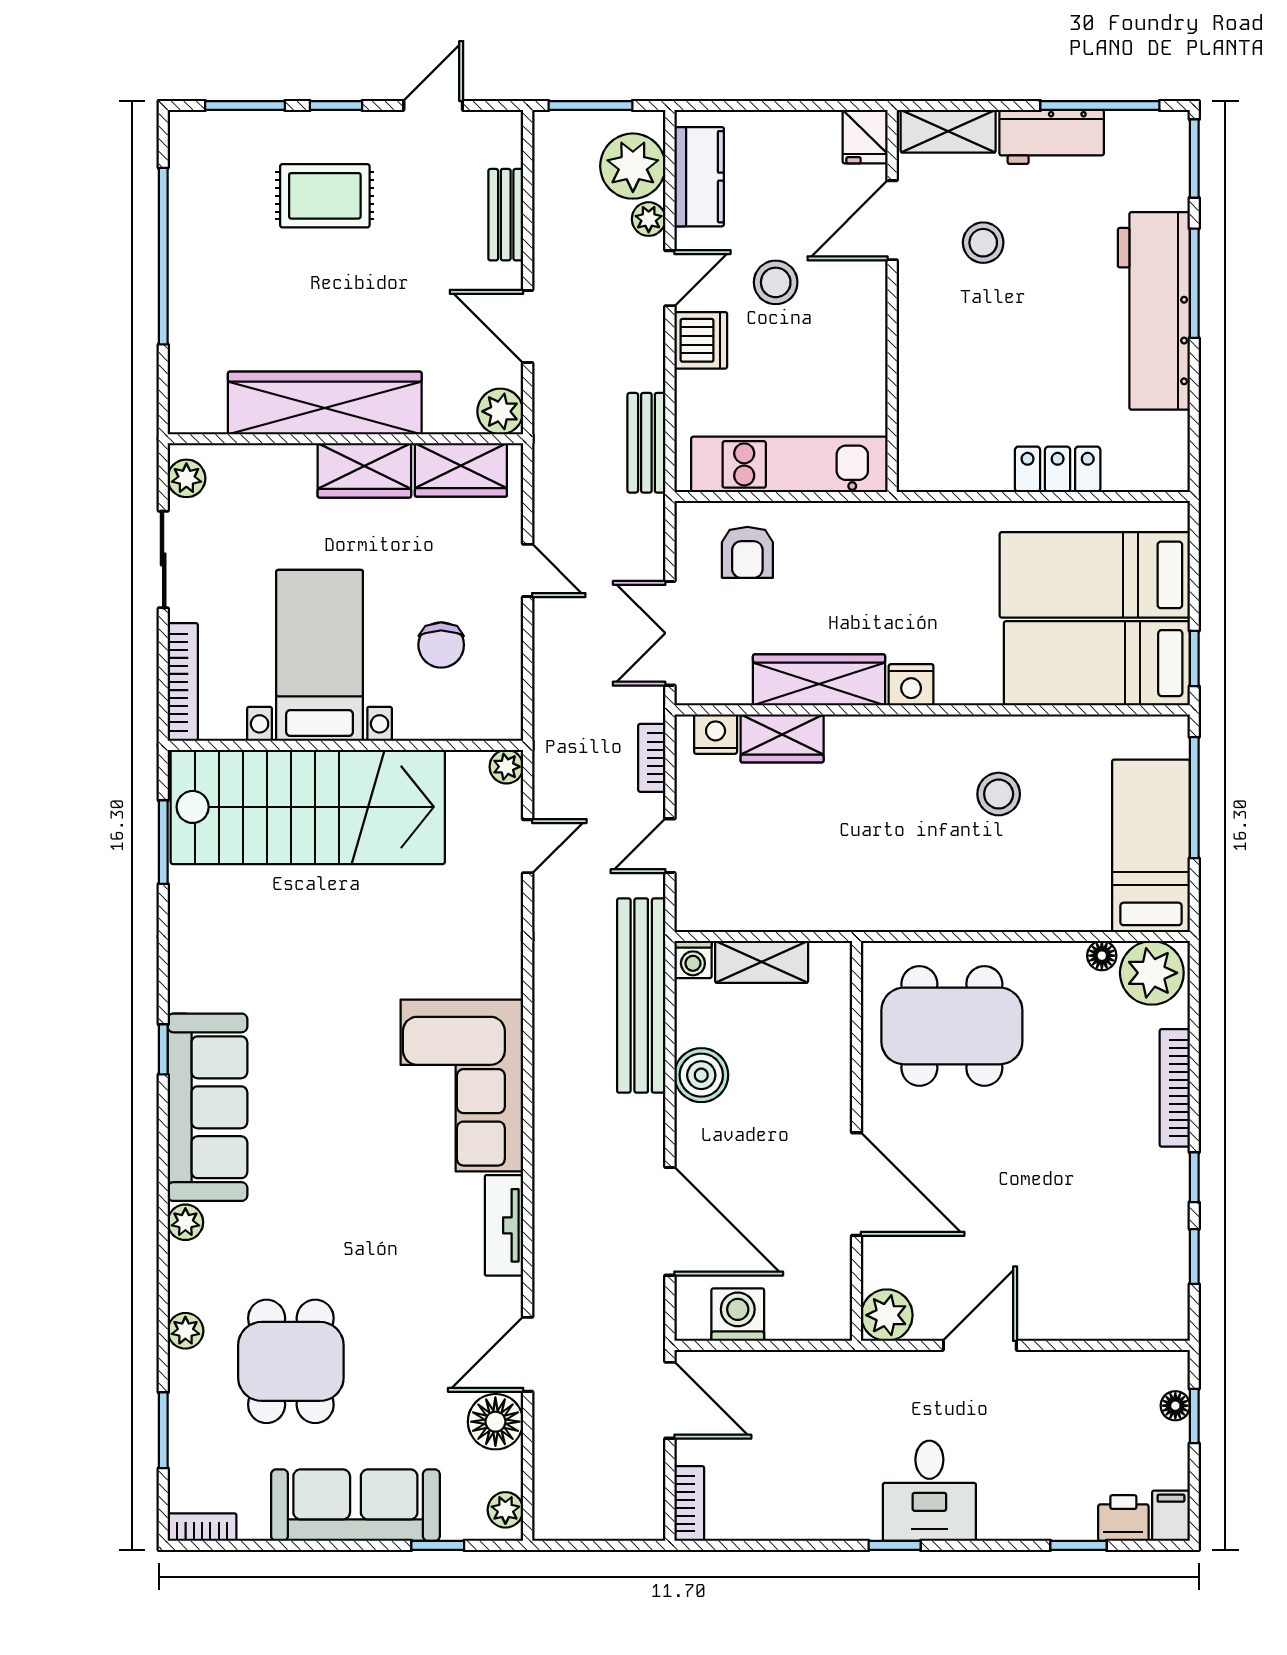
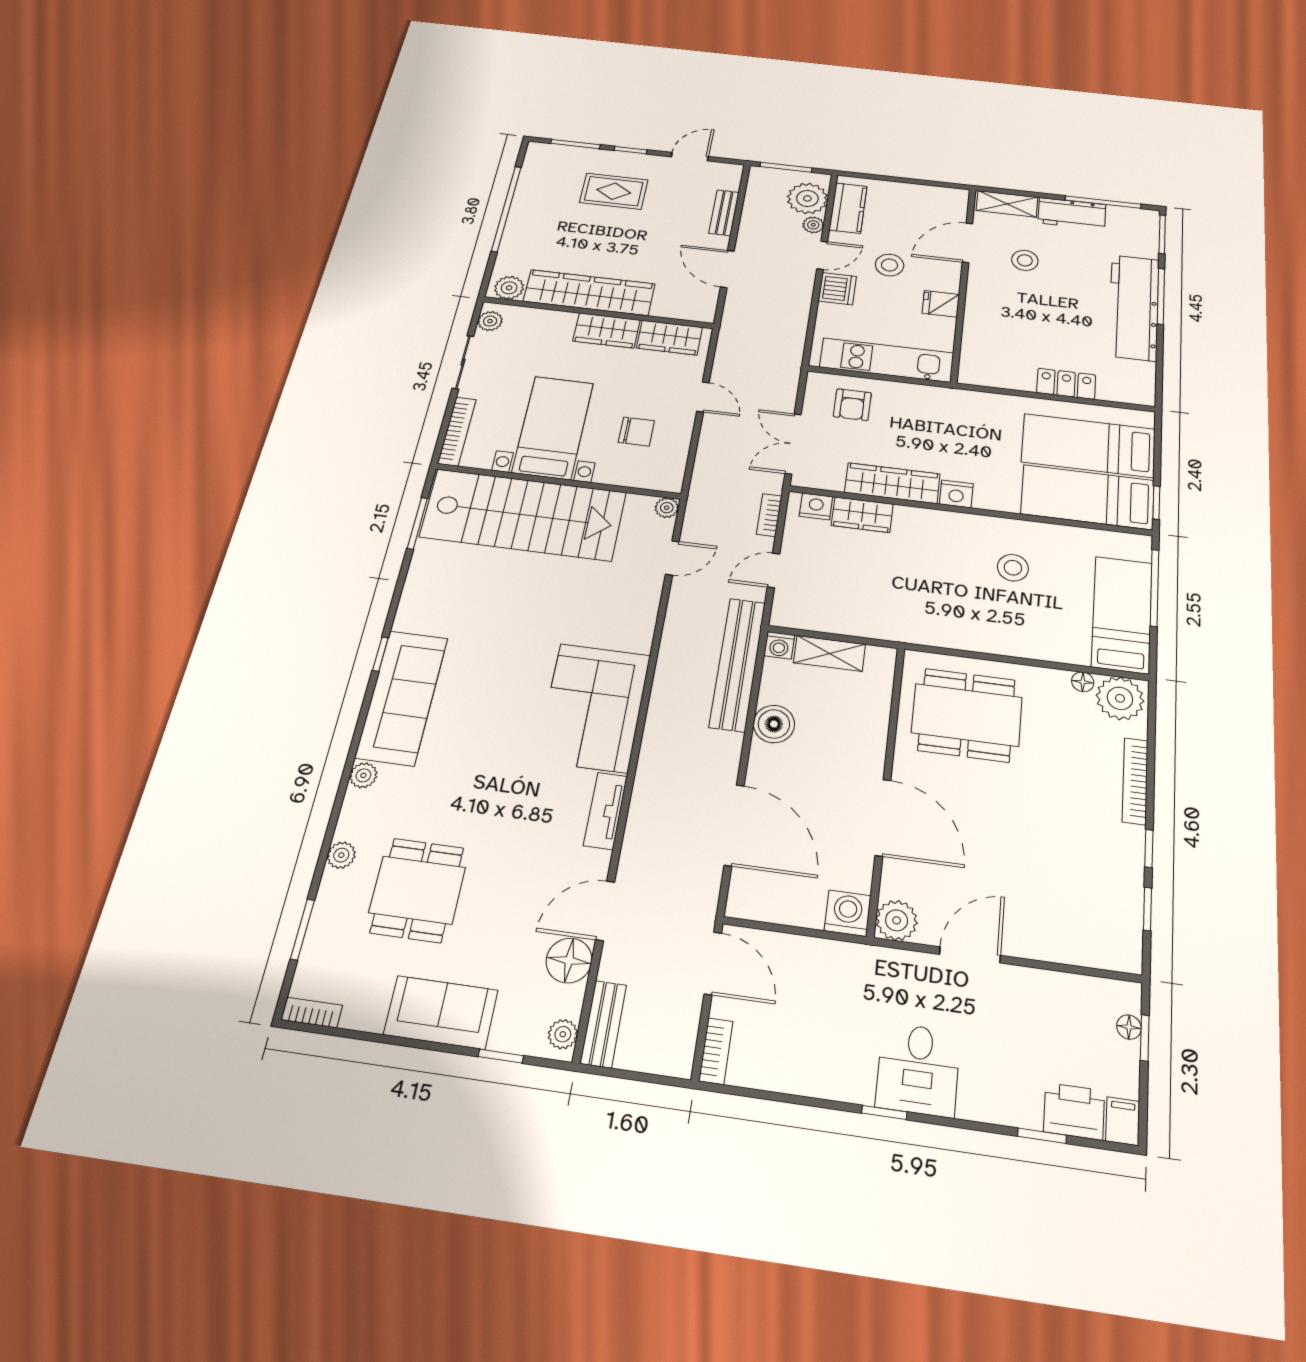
fridge: (865, 137) -> (941, 304), moved, turned 90
plant: (500, 411) -> (509, 288), moved
bench: (646, 443) -> (603, 1024), moved
chair: (441, 645) -> (636, 432), turned -90
washing machine: (738, 1315) -> (848, 913), moved
sofa: (355, 1505) -> (441, 1012), width x0.73
printer: (1123, 1518) -> (1074, 1111), width x1.36, depth x1.24

